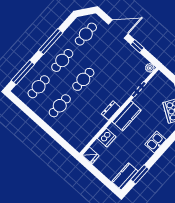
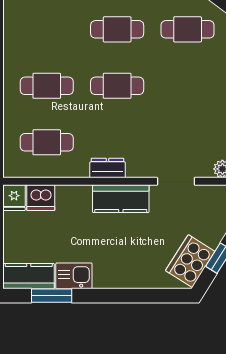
cafe table: (39, 87) -> (47, 142), moved
dishwasher: (107, 138) -> (41, 198), moved
kitchen sink: (155, 142) -> (74, 276), moved

